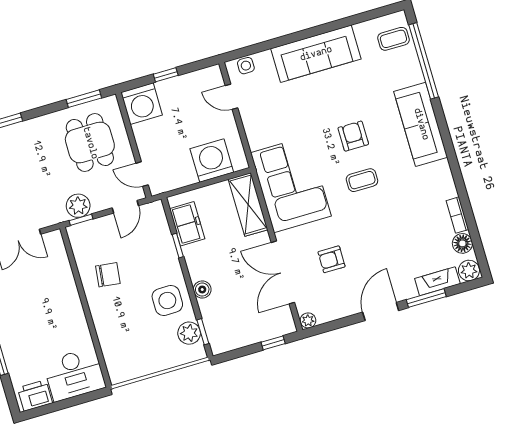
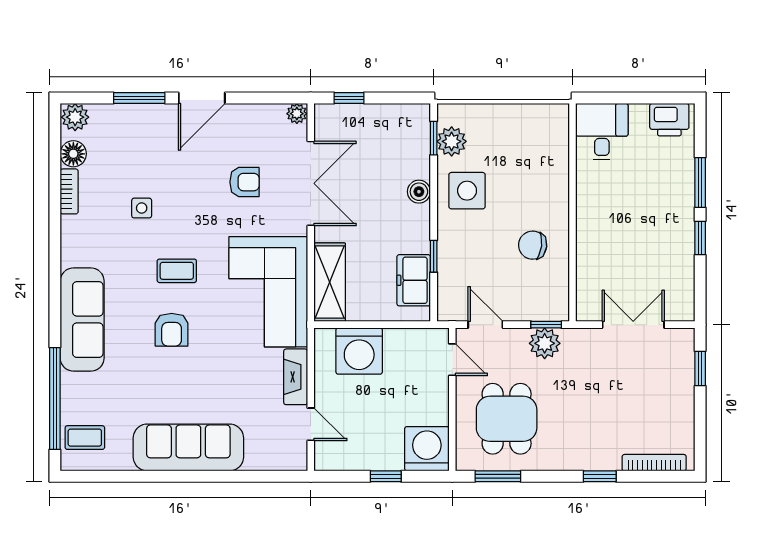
side table: (246, 66) -> (142, 208), moved
door: (125, 207) -> (485, 325), hinge flipped
fireplace: (437, 281) -> (296, 377), moved, turned 90
desk: (74, 374) -> (602, 132), width x0.73

